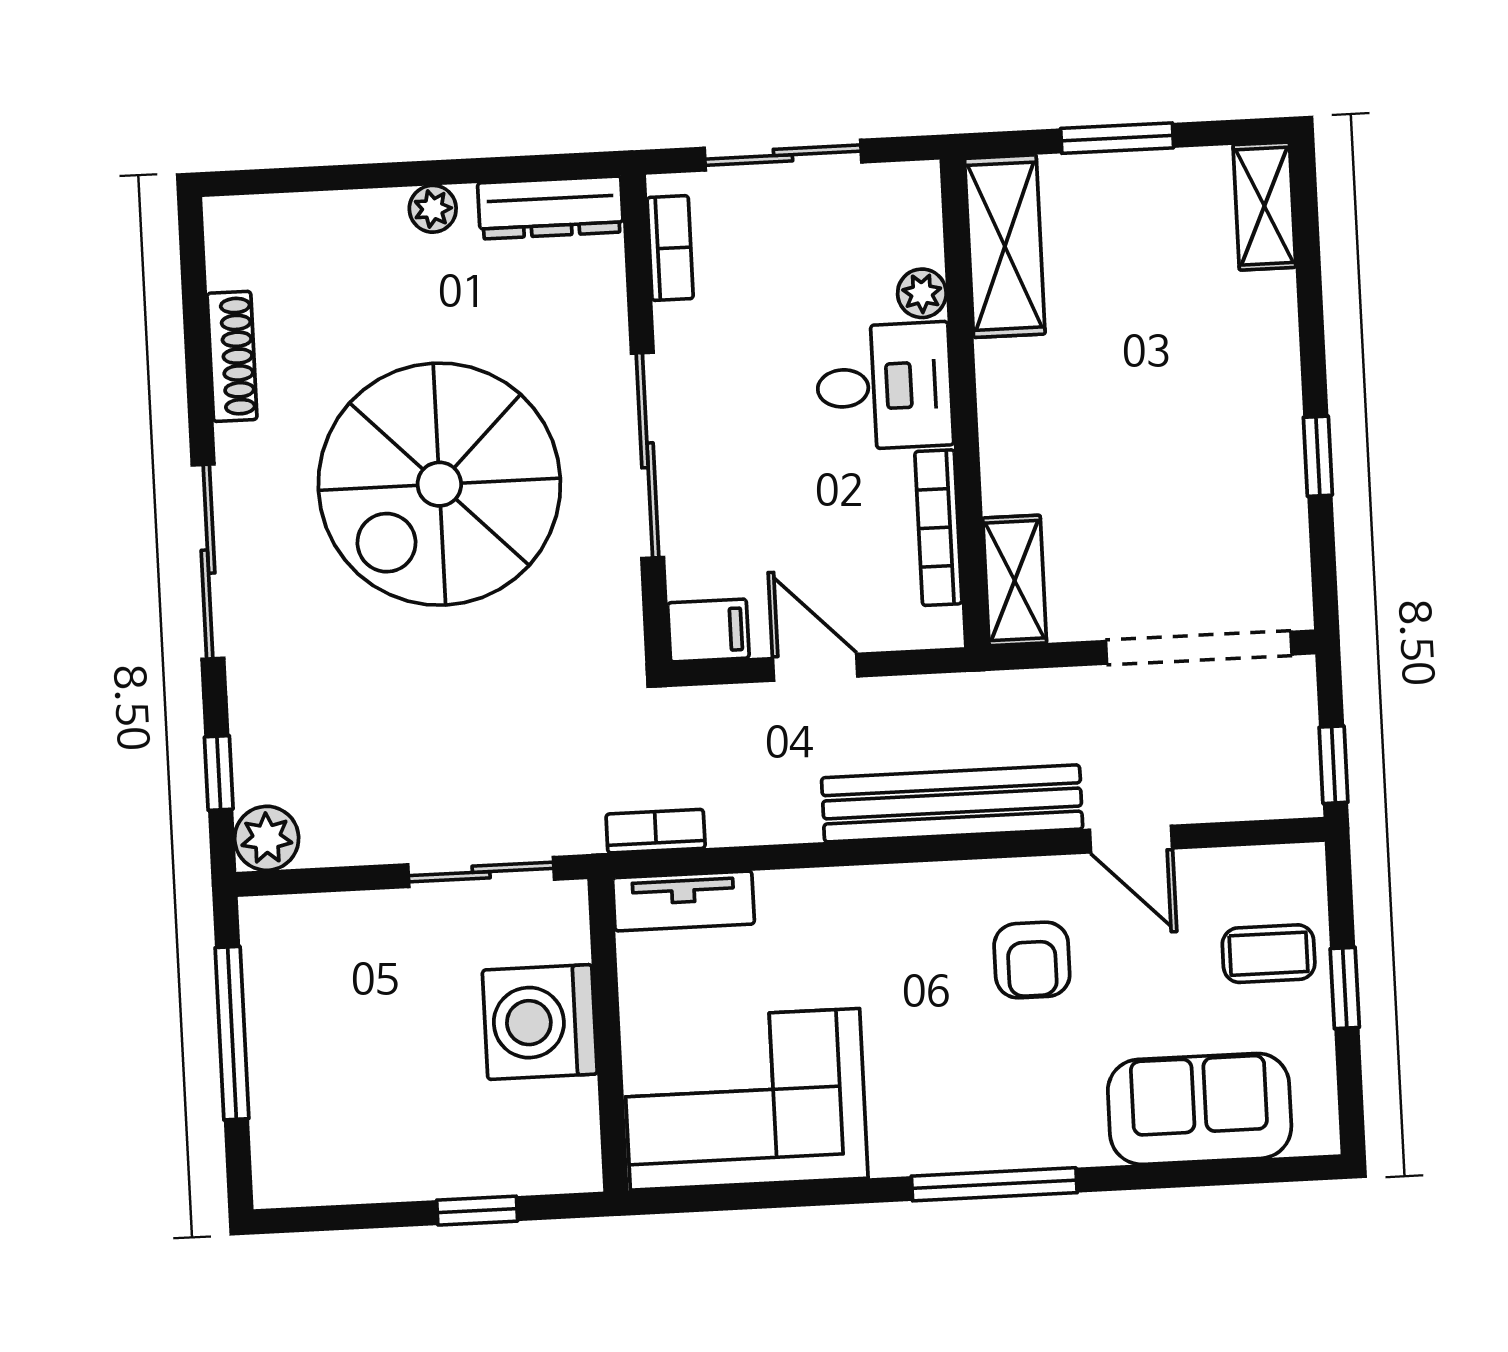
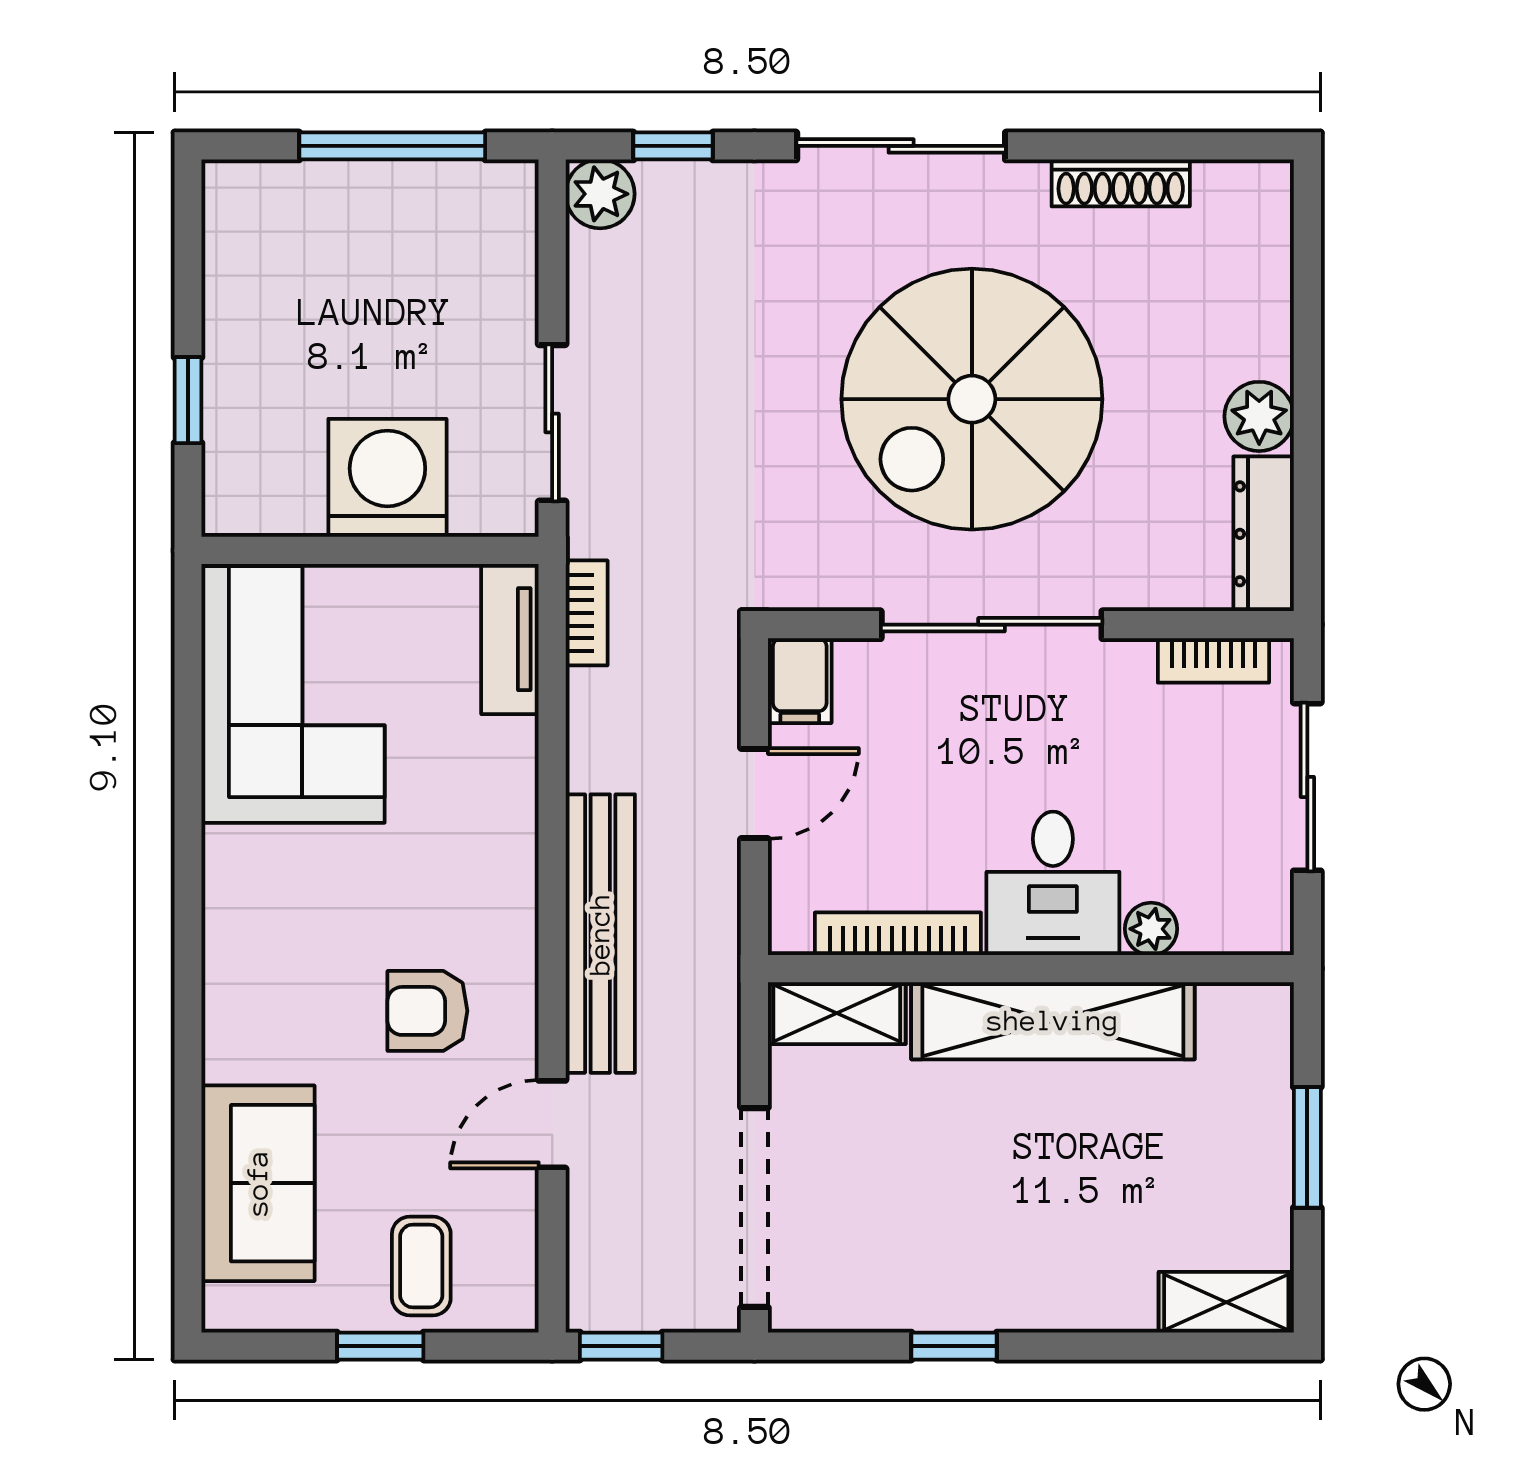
plant: (433, 209) -> (1259, 416), width x1.38, depth x1.38
shelving: (1005, 246) -> (1053, 1021), moved, width x1.47
spiral stairs: (439, 484) -> (972, 399), turned -90
window: (994, 1184) -> (188, 958), removed

